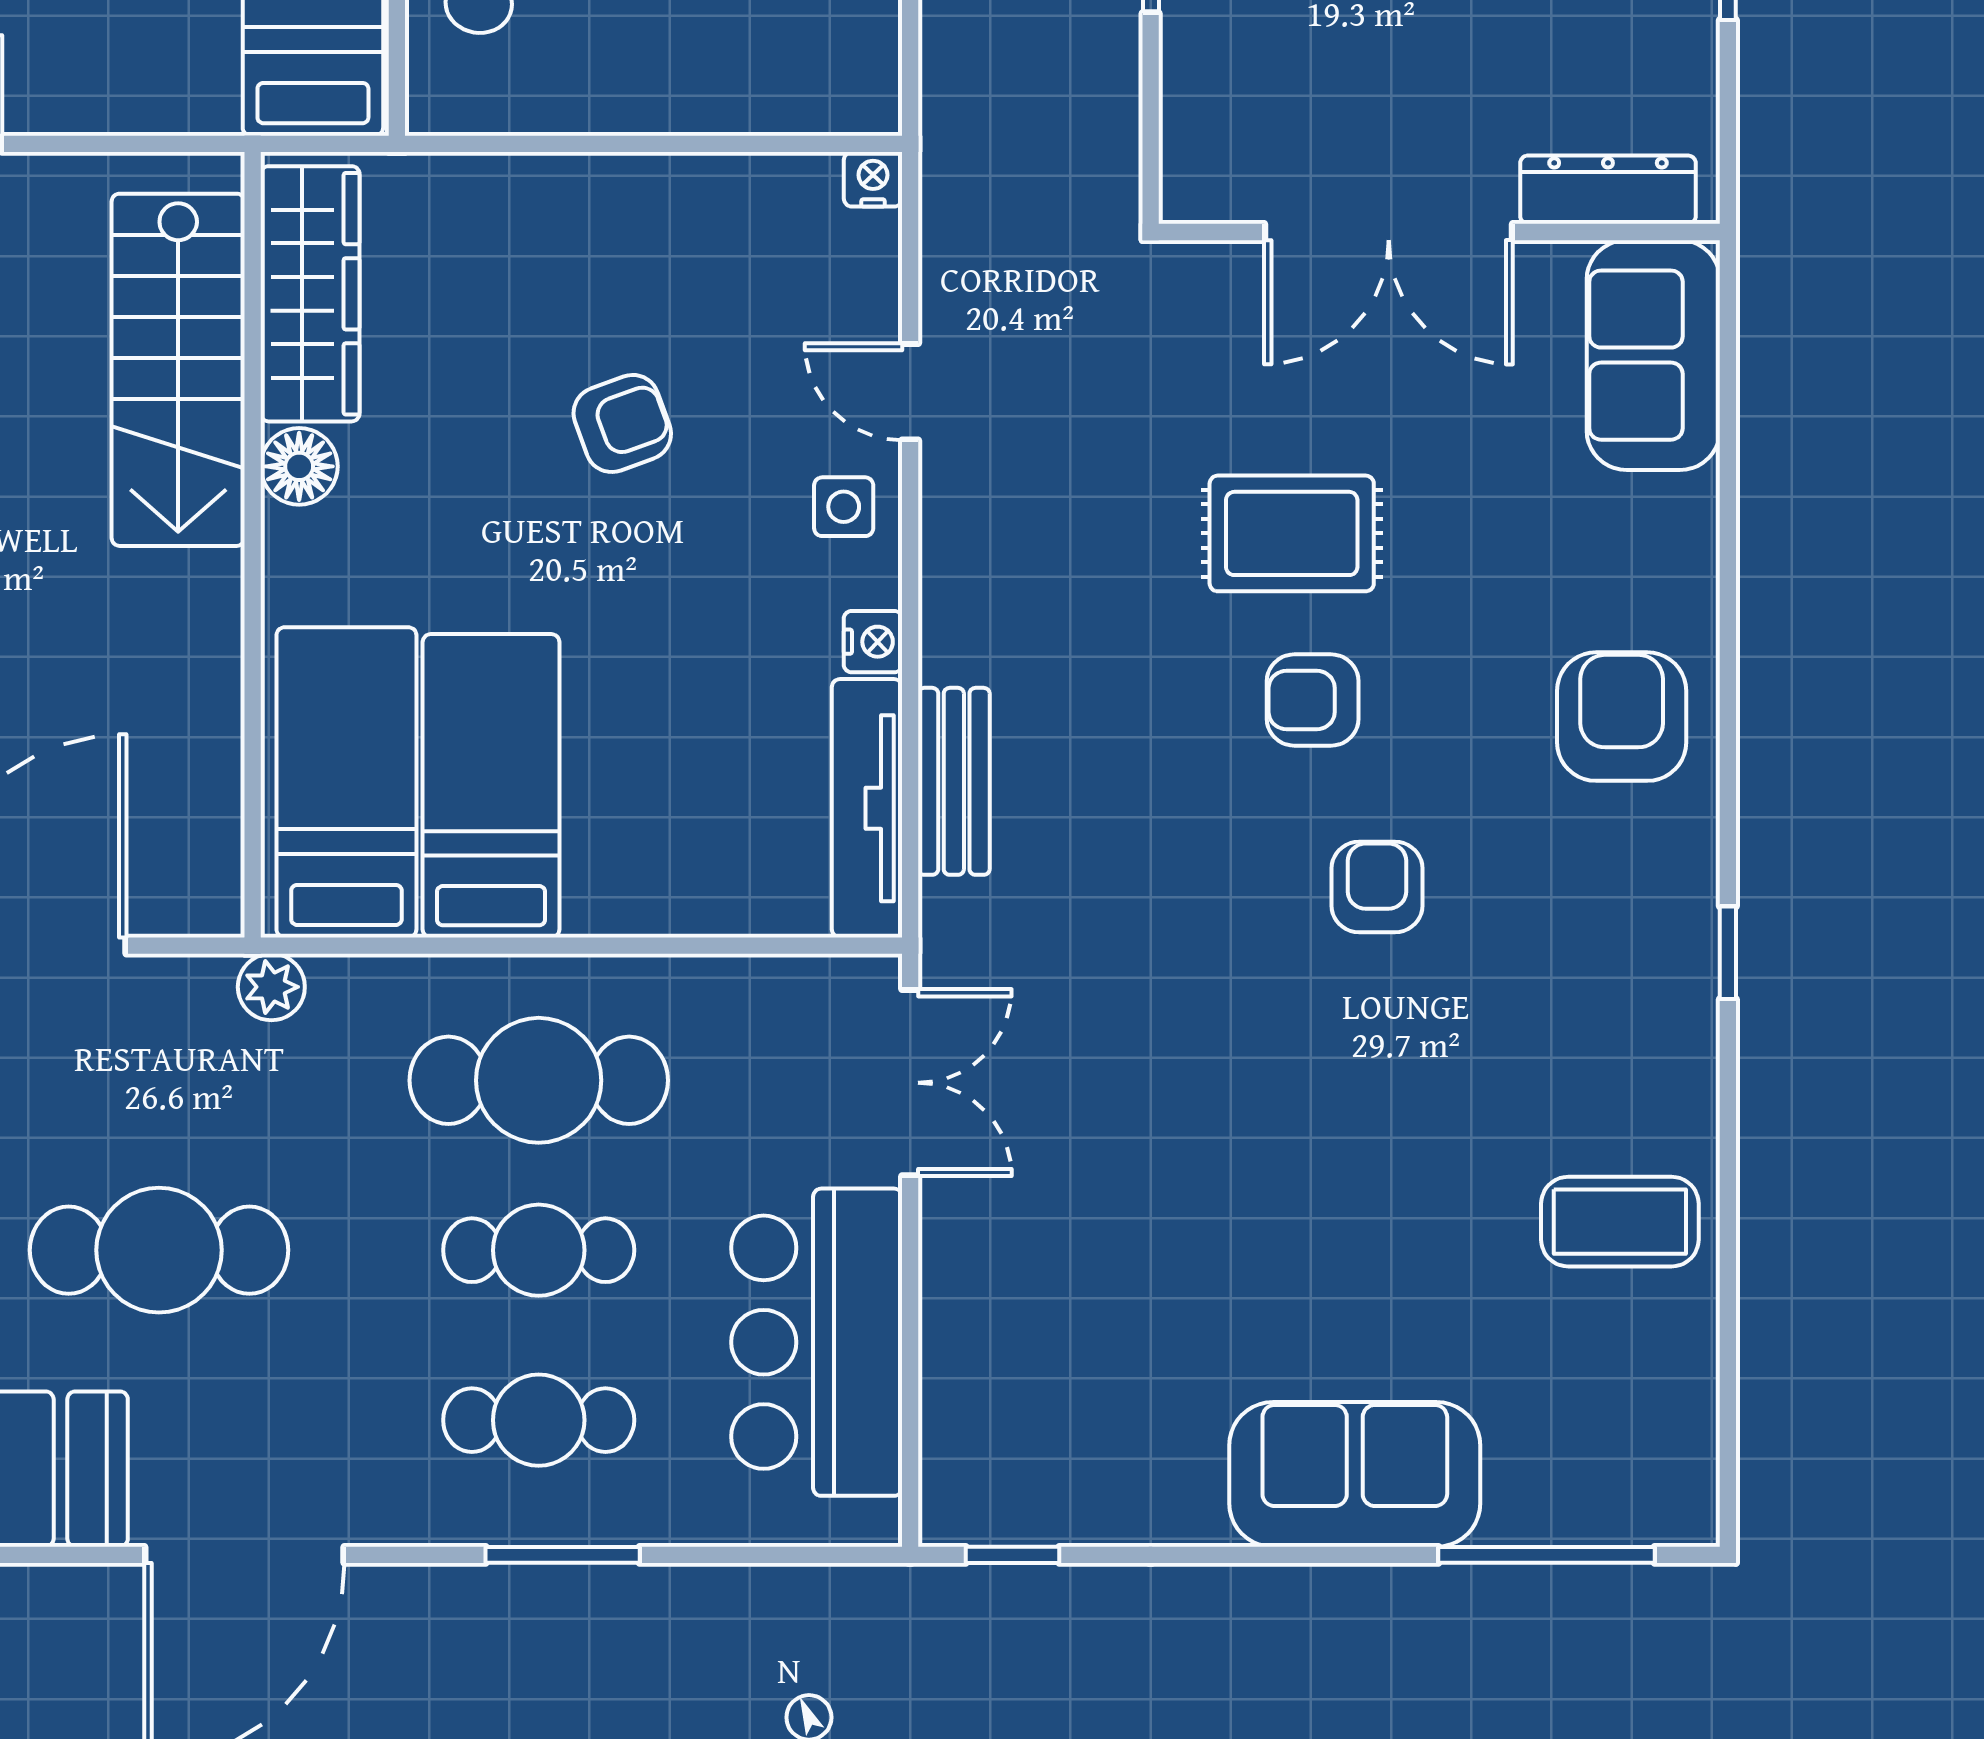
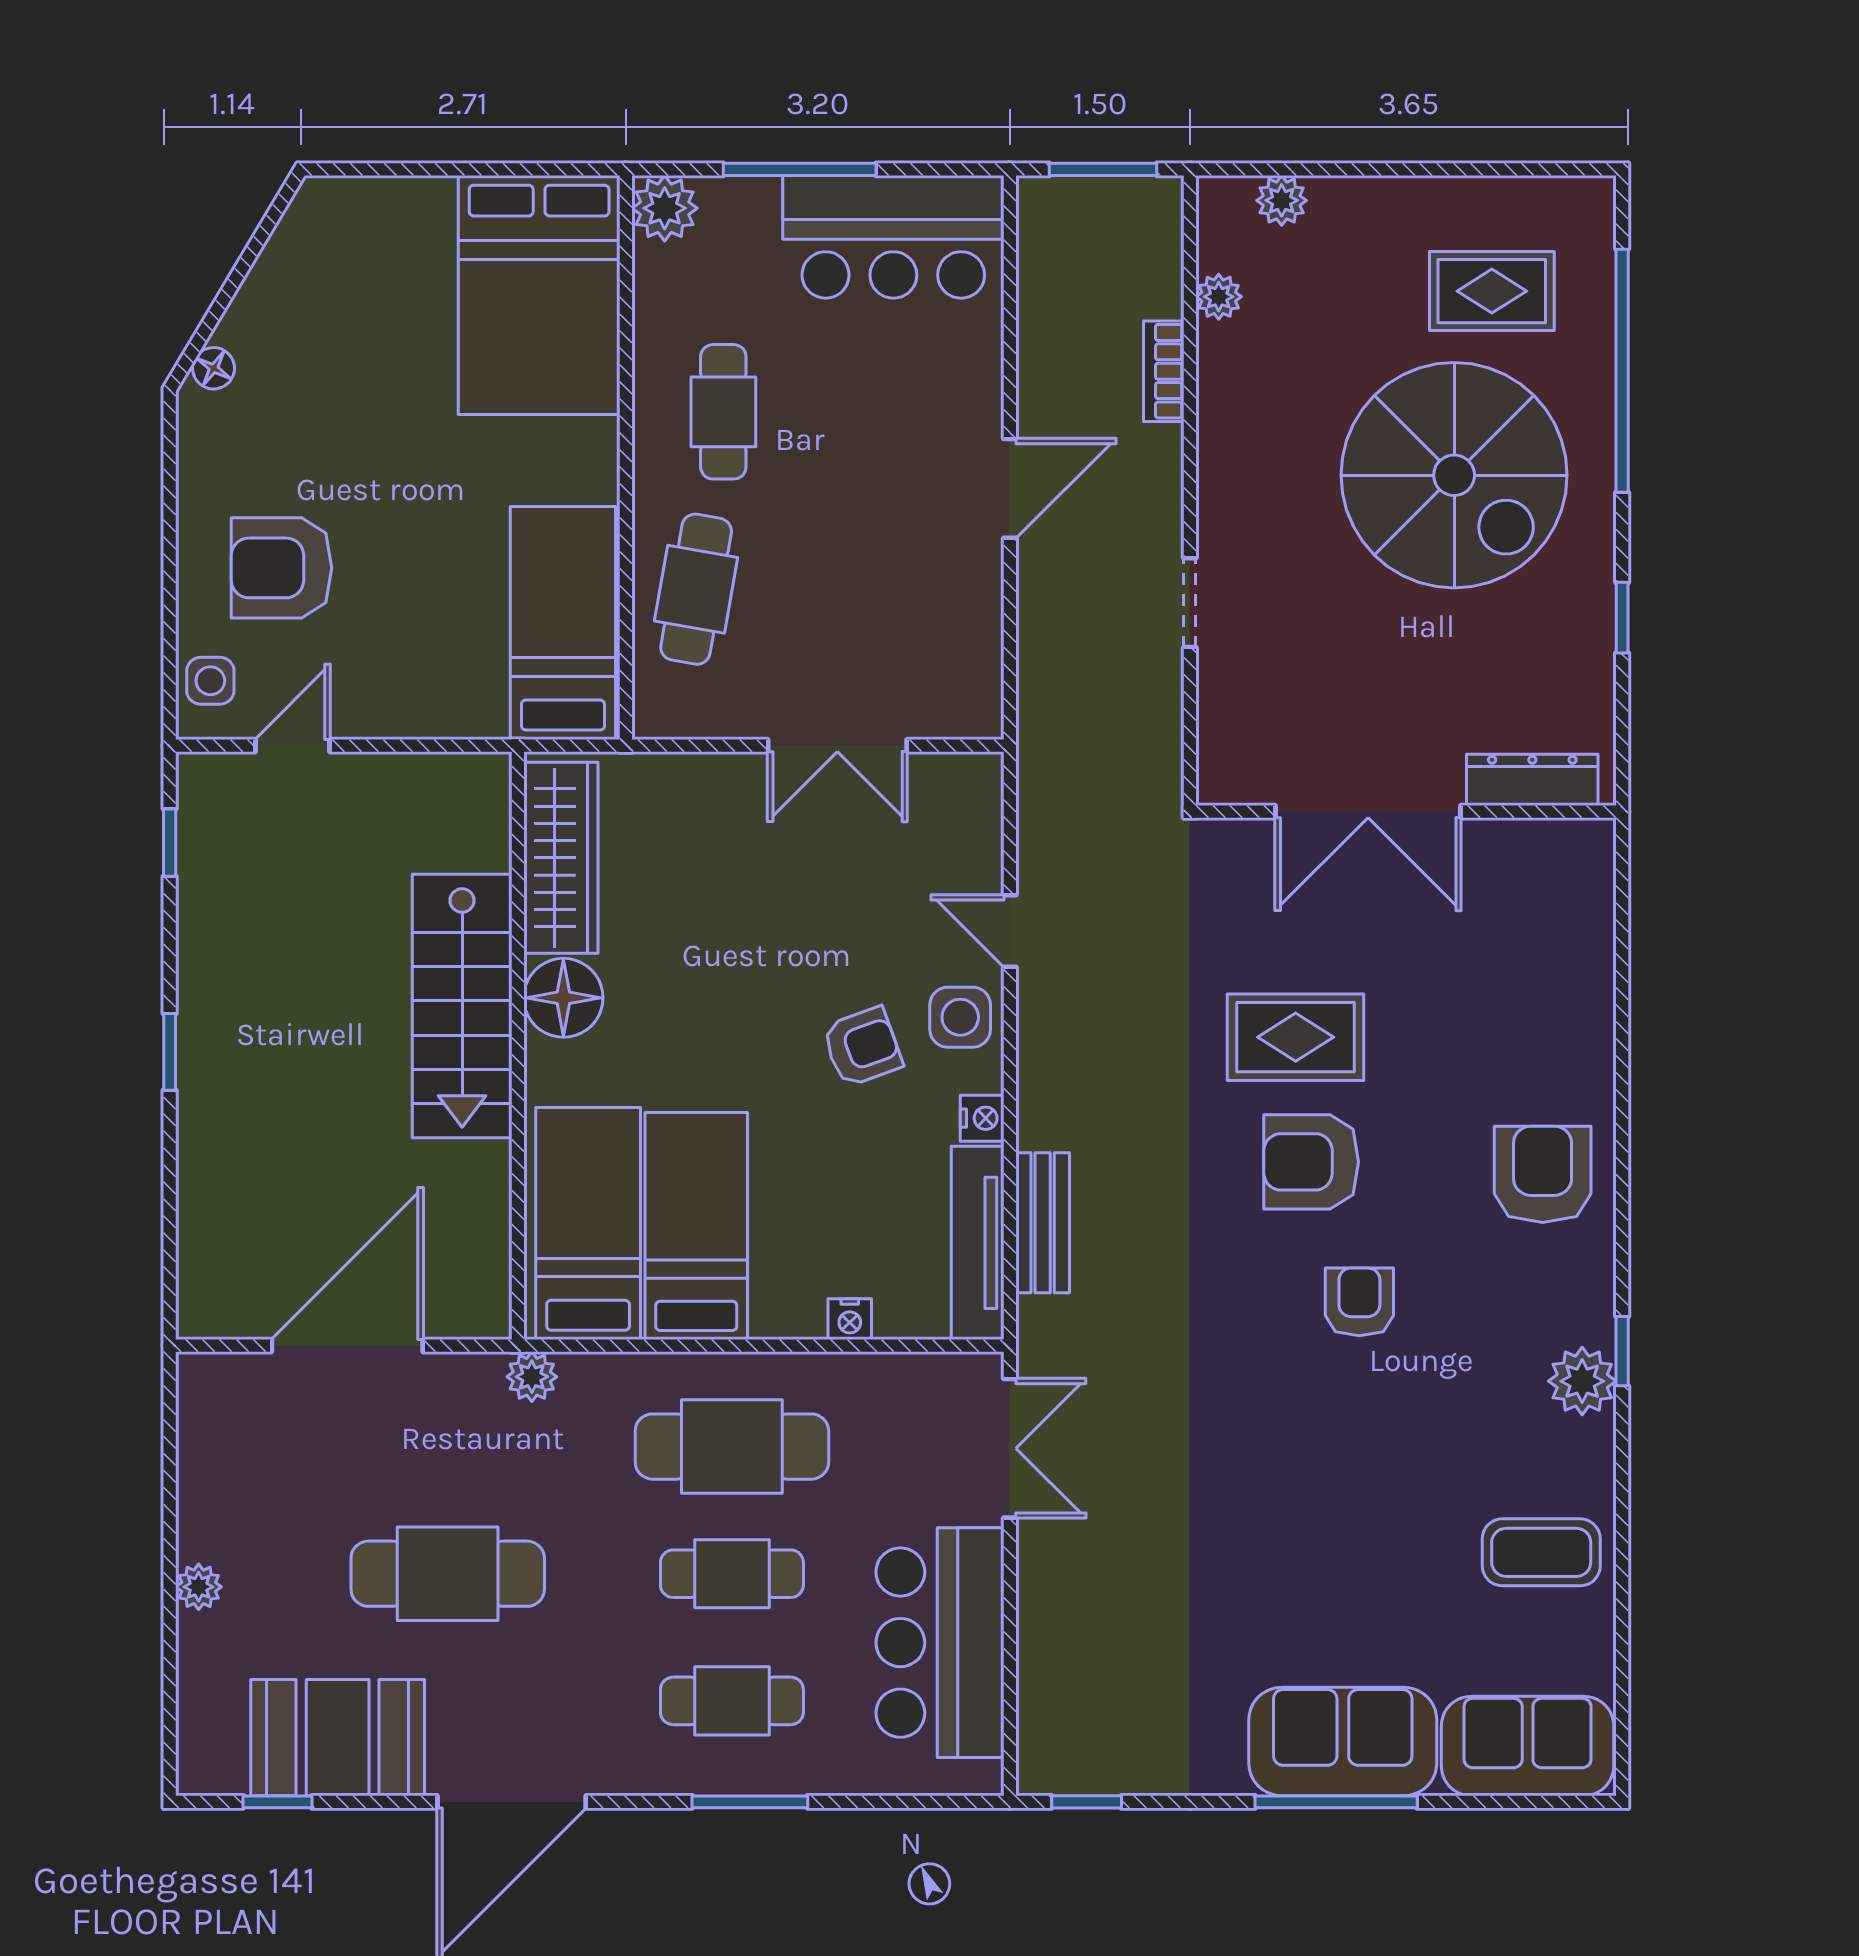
double door: (680, 144) -> (837, 746), added
nightstand: (873, 179) -> (850, 1319), moved, turned 180
sofa: (1653, 355) -> (1528, 1746), moved, turned 90
stairs: (178, 370) -> (462, 1006), moved
armchair: (622, 423) -> (862, 1047), moved
floor lamp: (299, 466) -> (563, 998), width x1.38, depth x1.38
side table: (844, 507) -> (960, 1017), width x1.37, depth x1.37
armchair: (1313, 700) -> (1311, 1162), width x1.38, depth x1.38
plant: (1675, 993) -> (1582, 1381), added
window: (1546, 1555) -> (1336, 1802), moved

